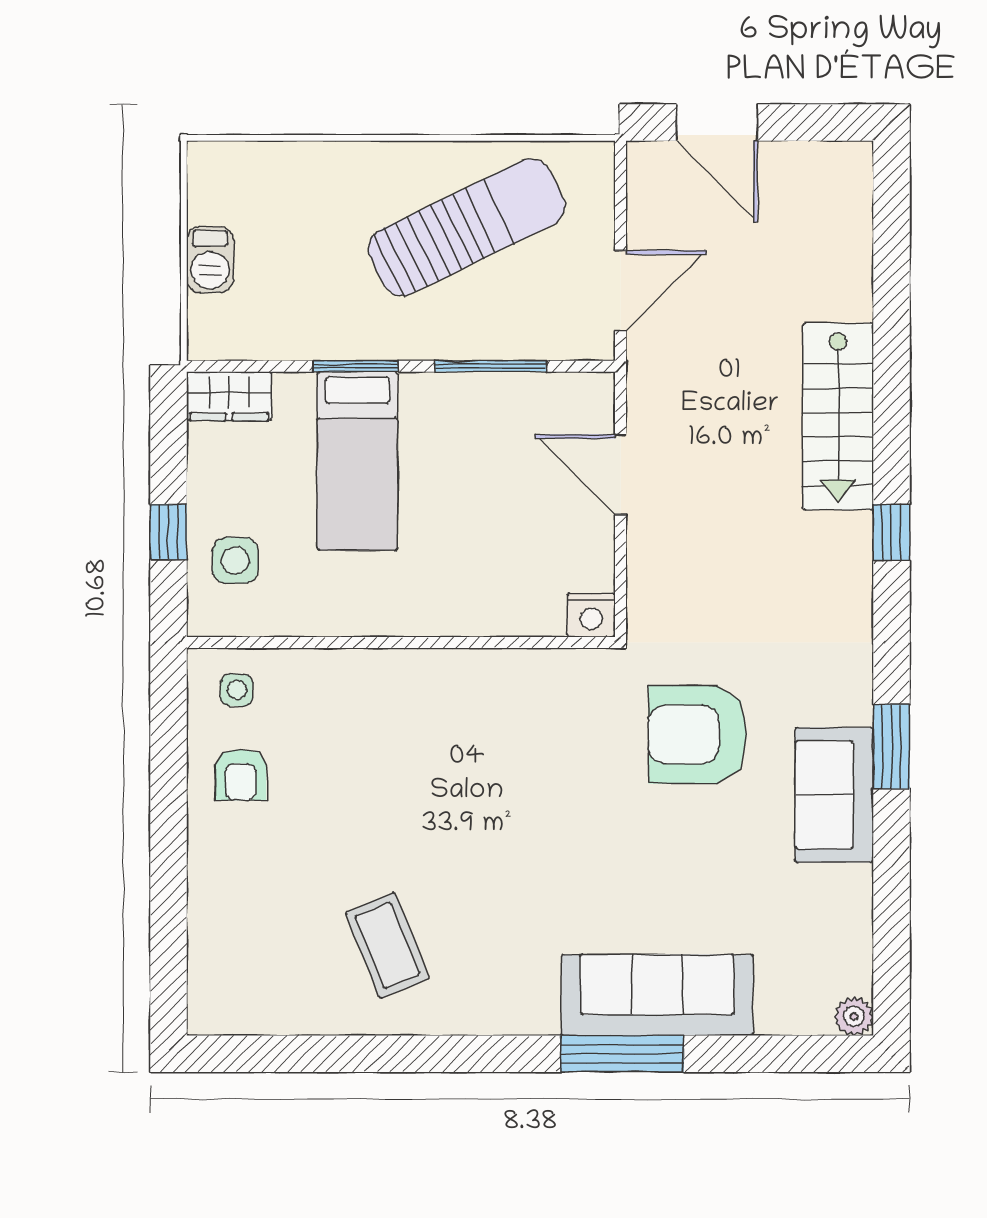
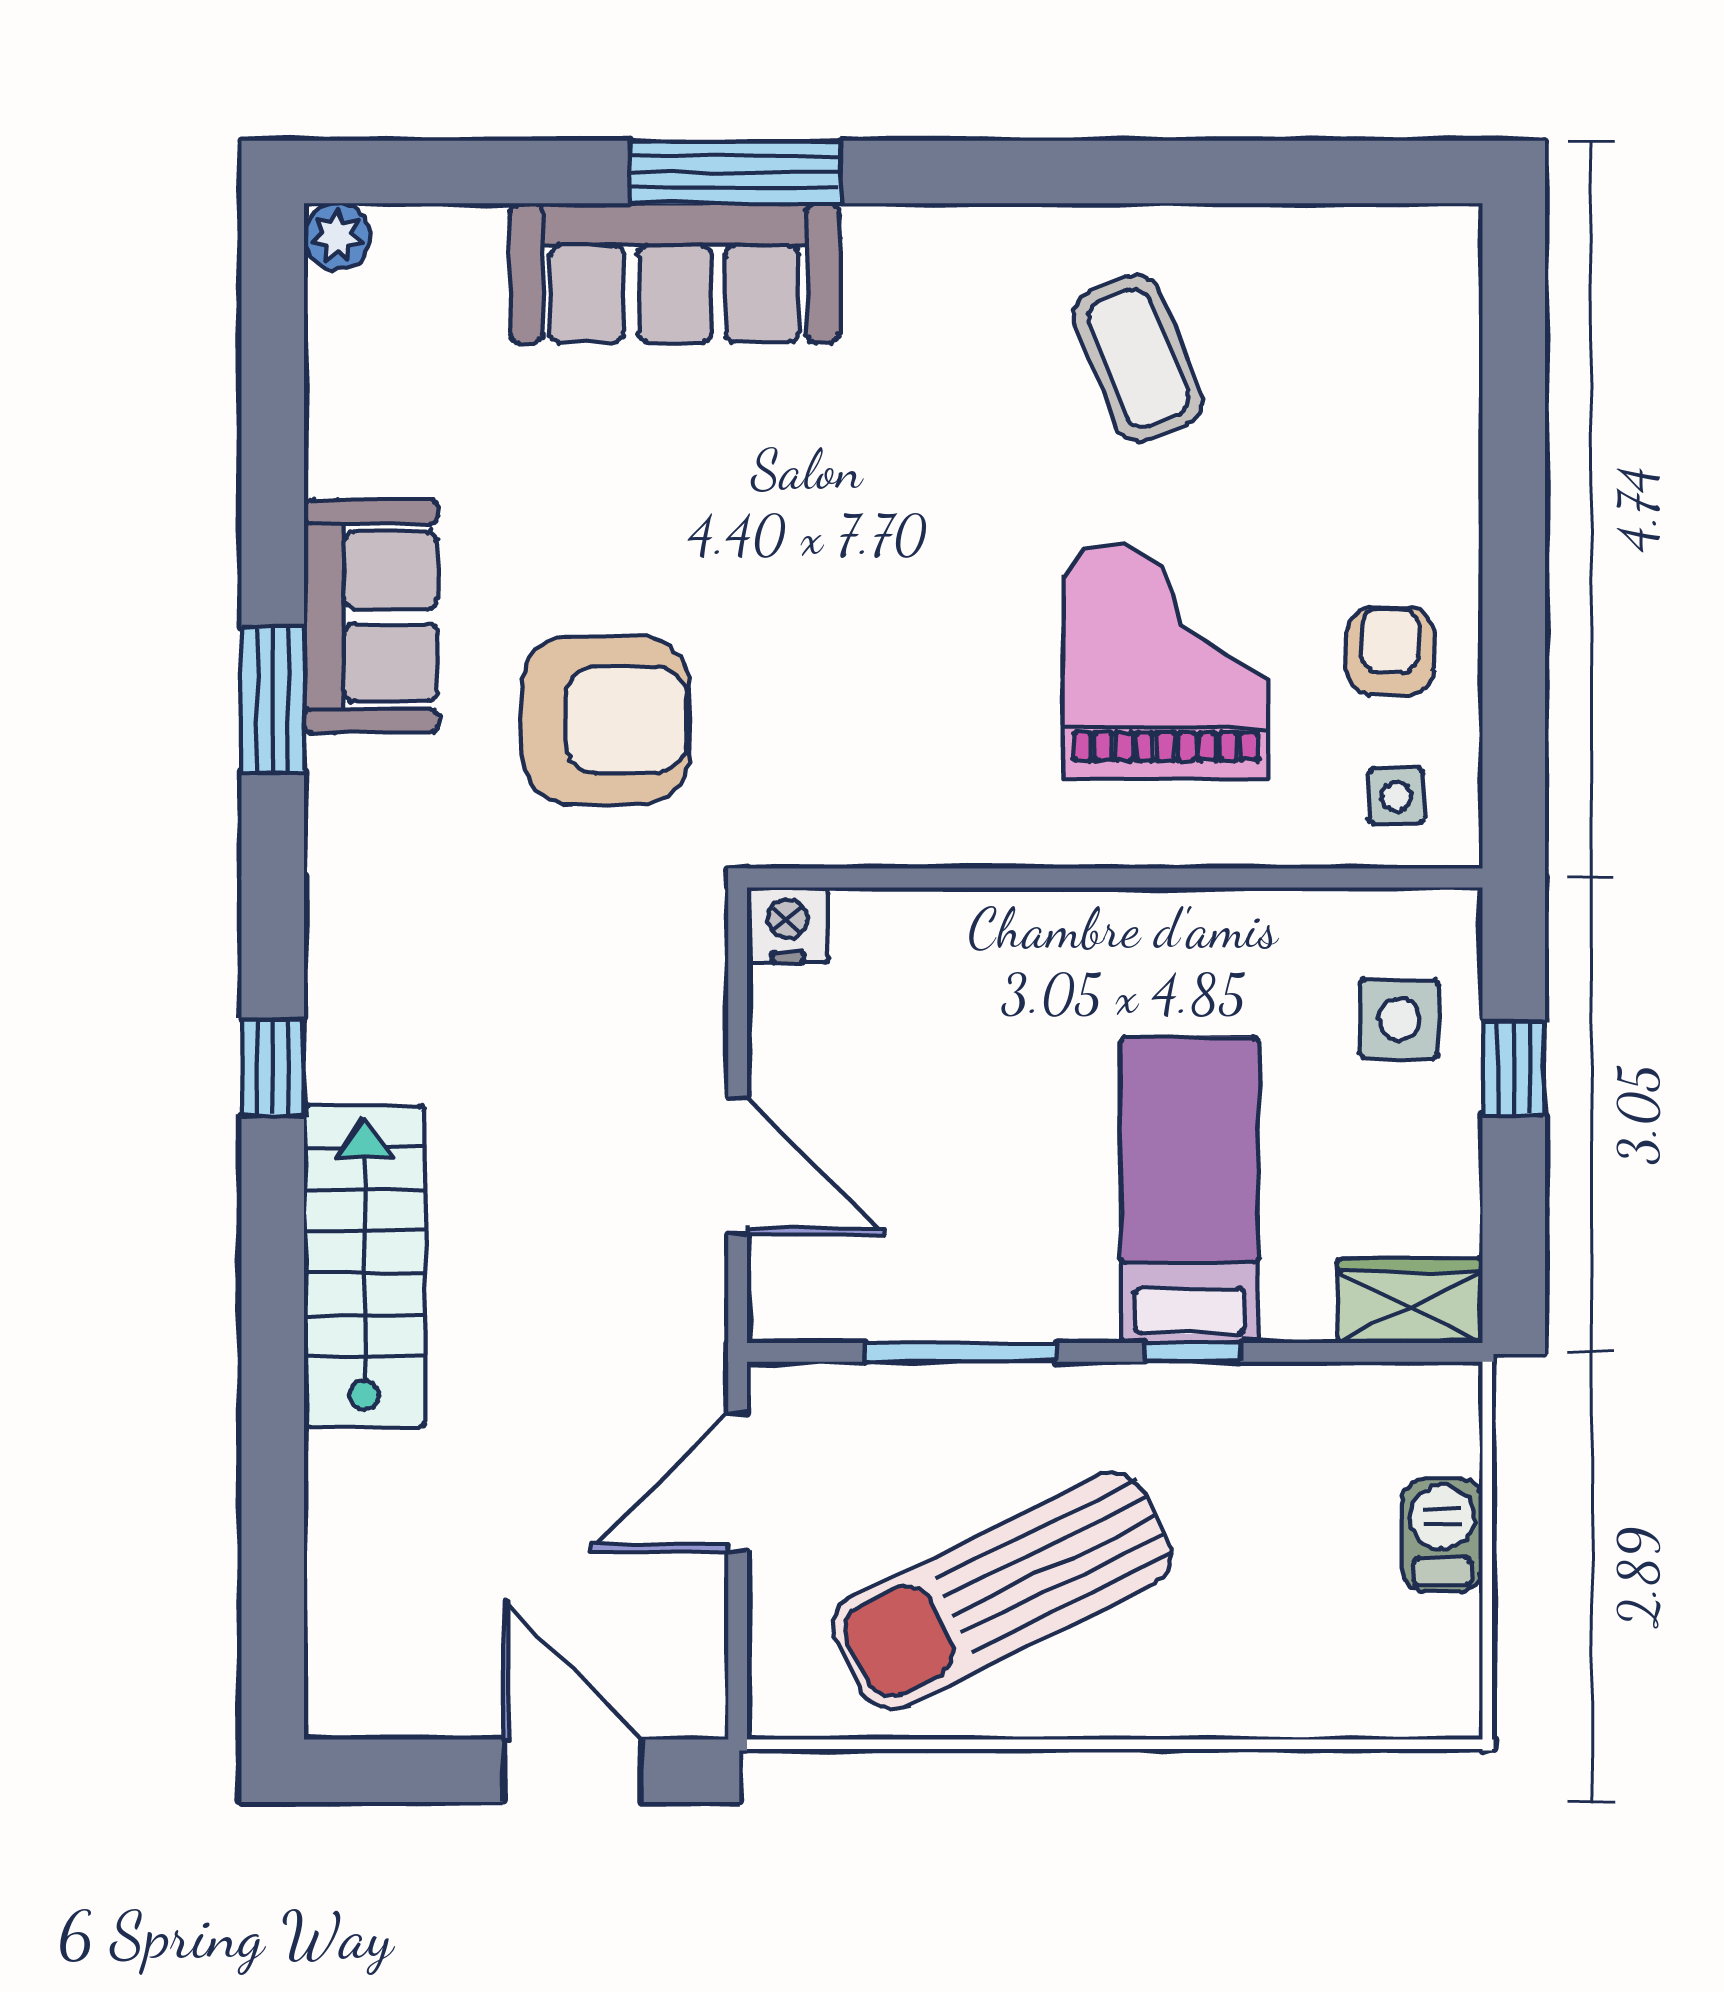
window: (356, 366) -> (1192, 1352), width x0.67
grand piano: (371, 769) -> (1166, 662), added

